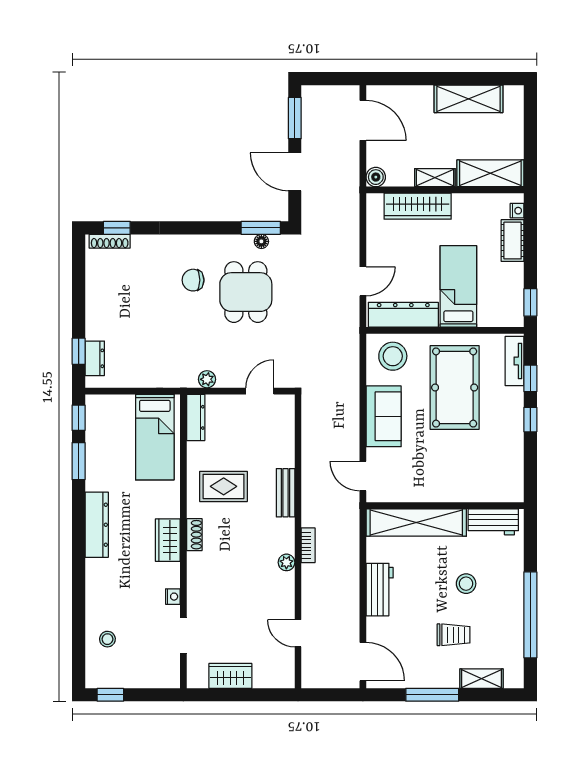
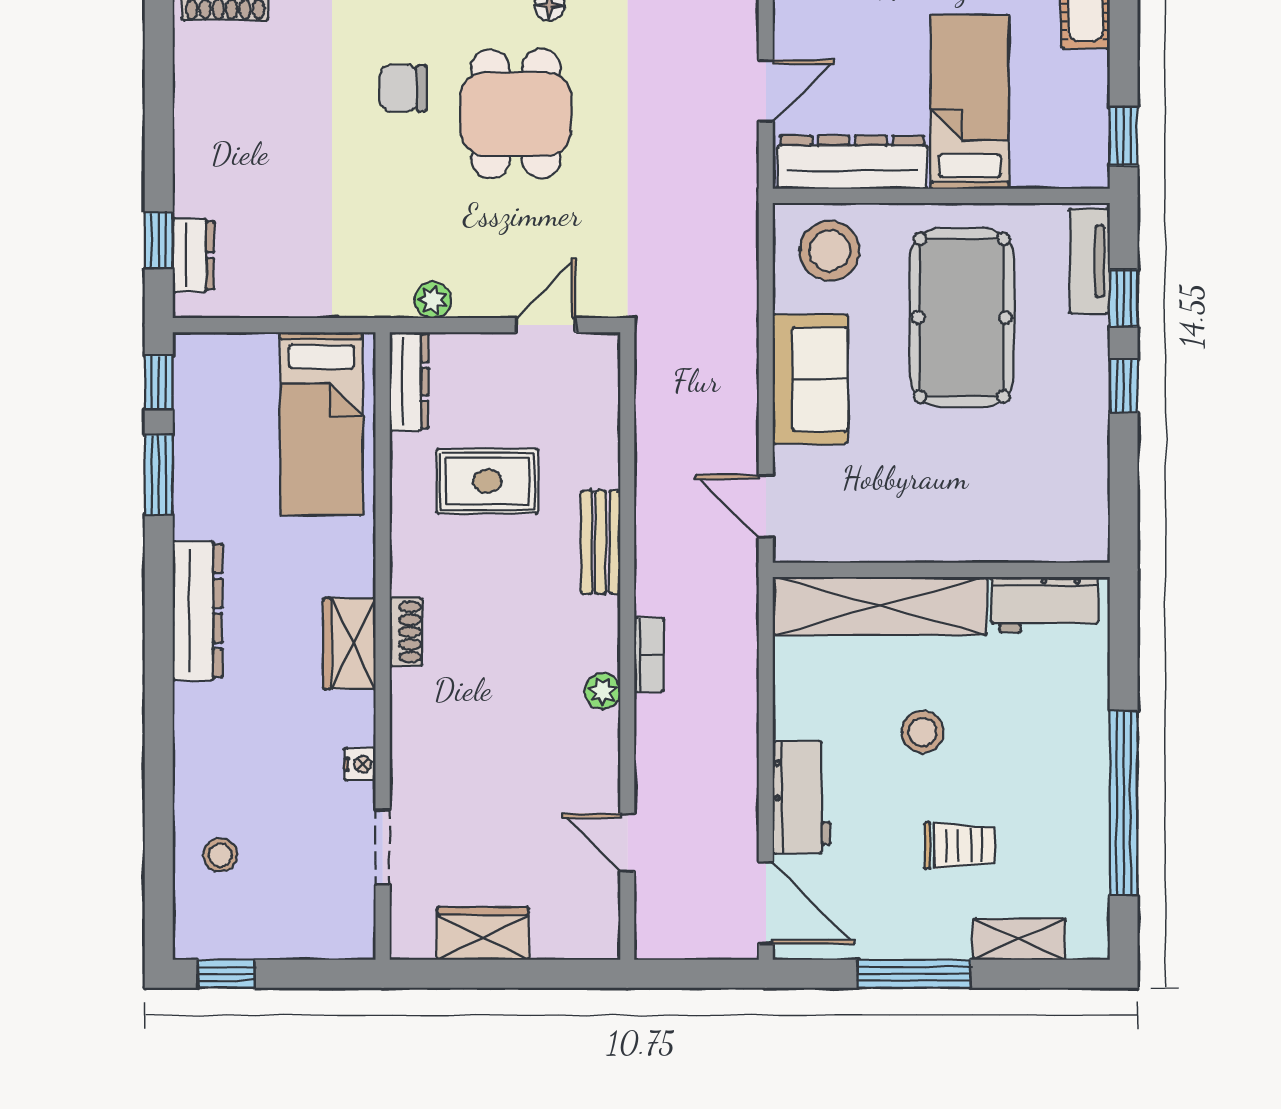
rug: (224, 486) -> (487, 481), moved
stool: (466, 584) -> (922, 732), moved
workbench: (380, 590) -> (802, 797), moved

